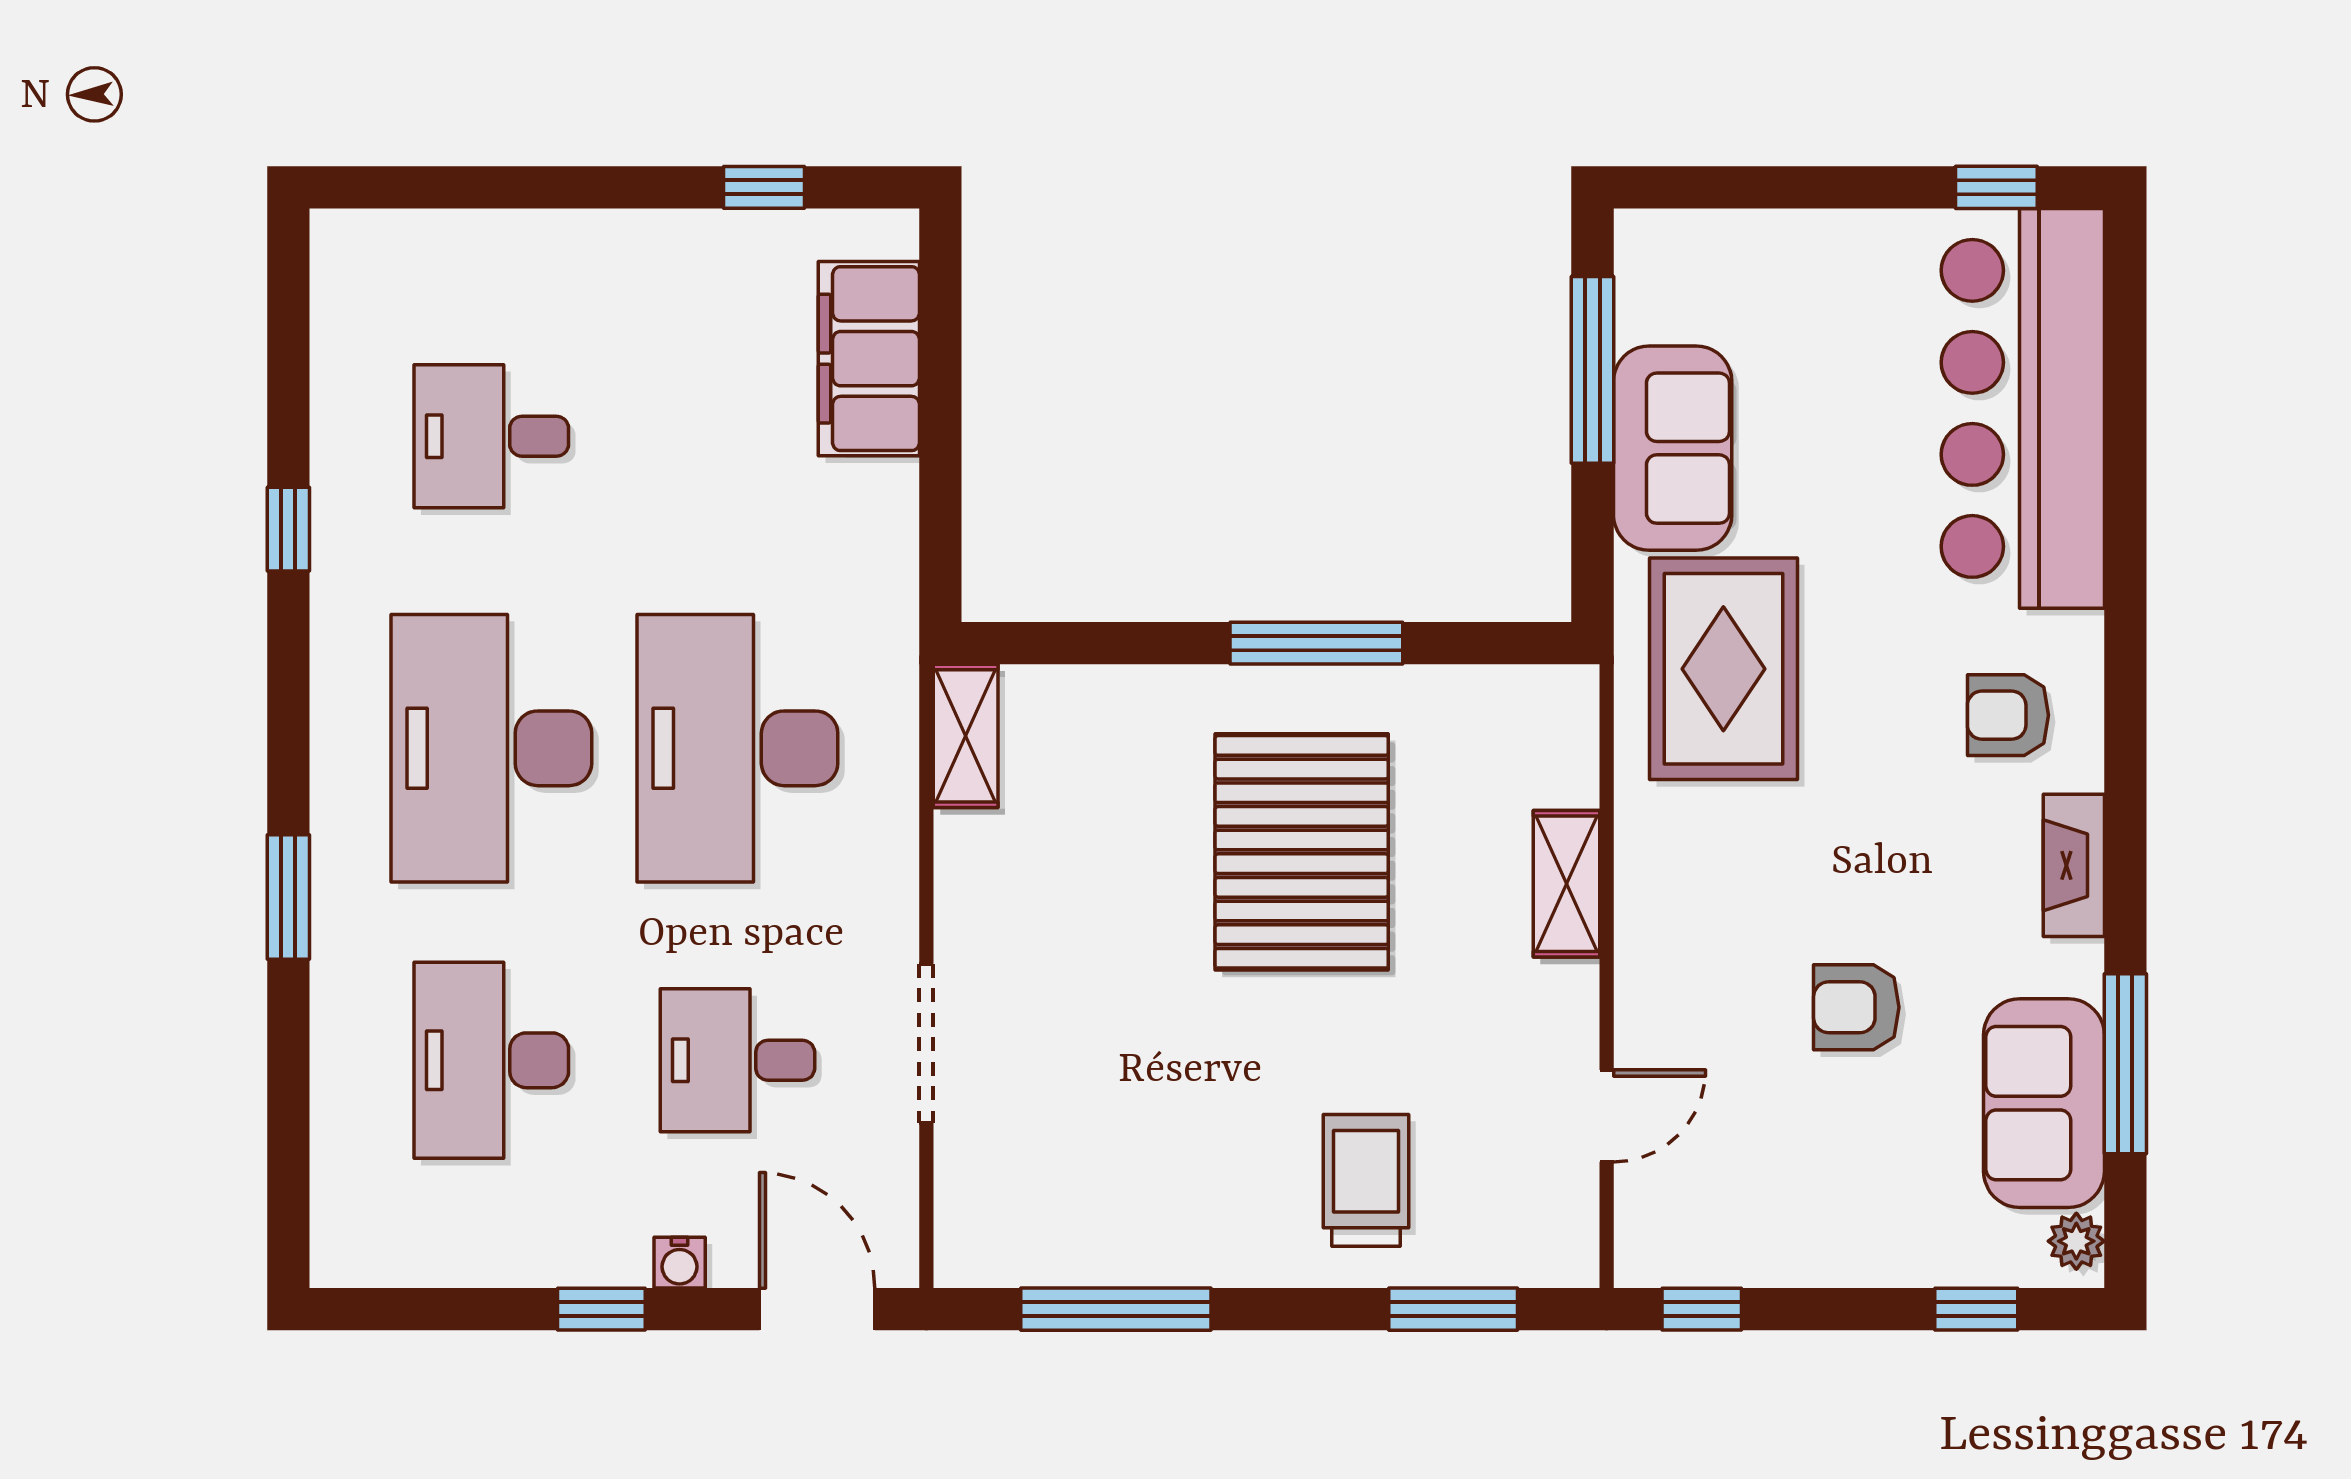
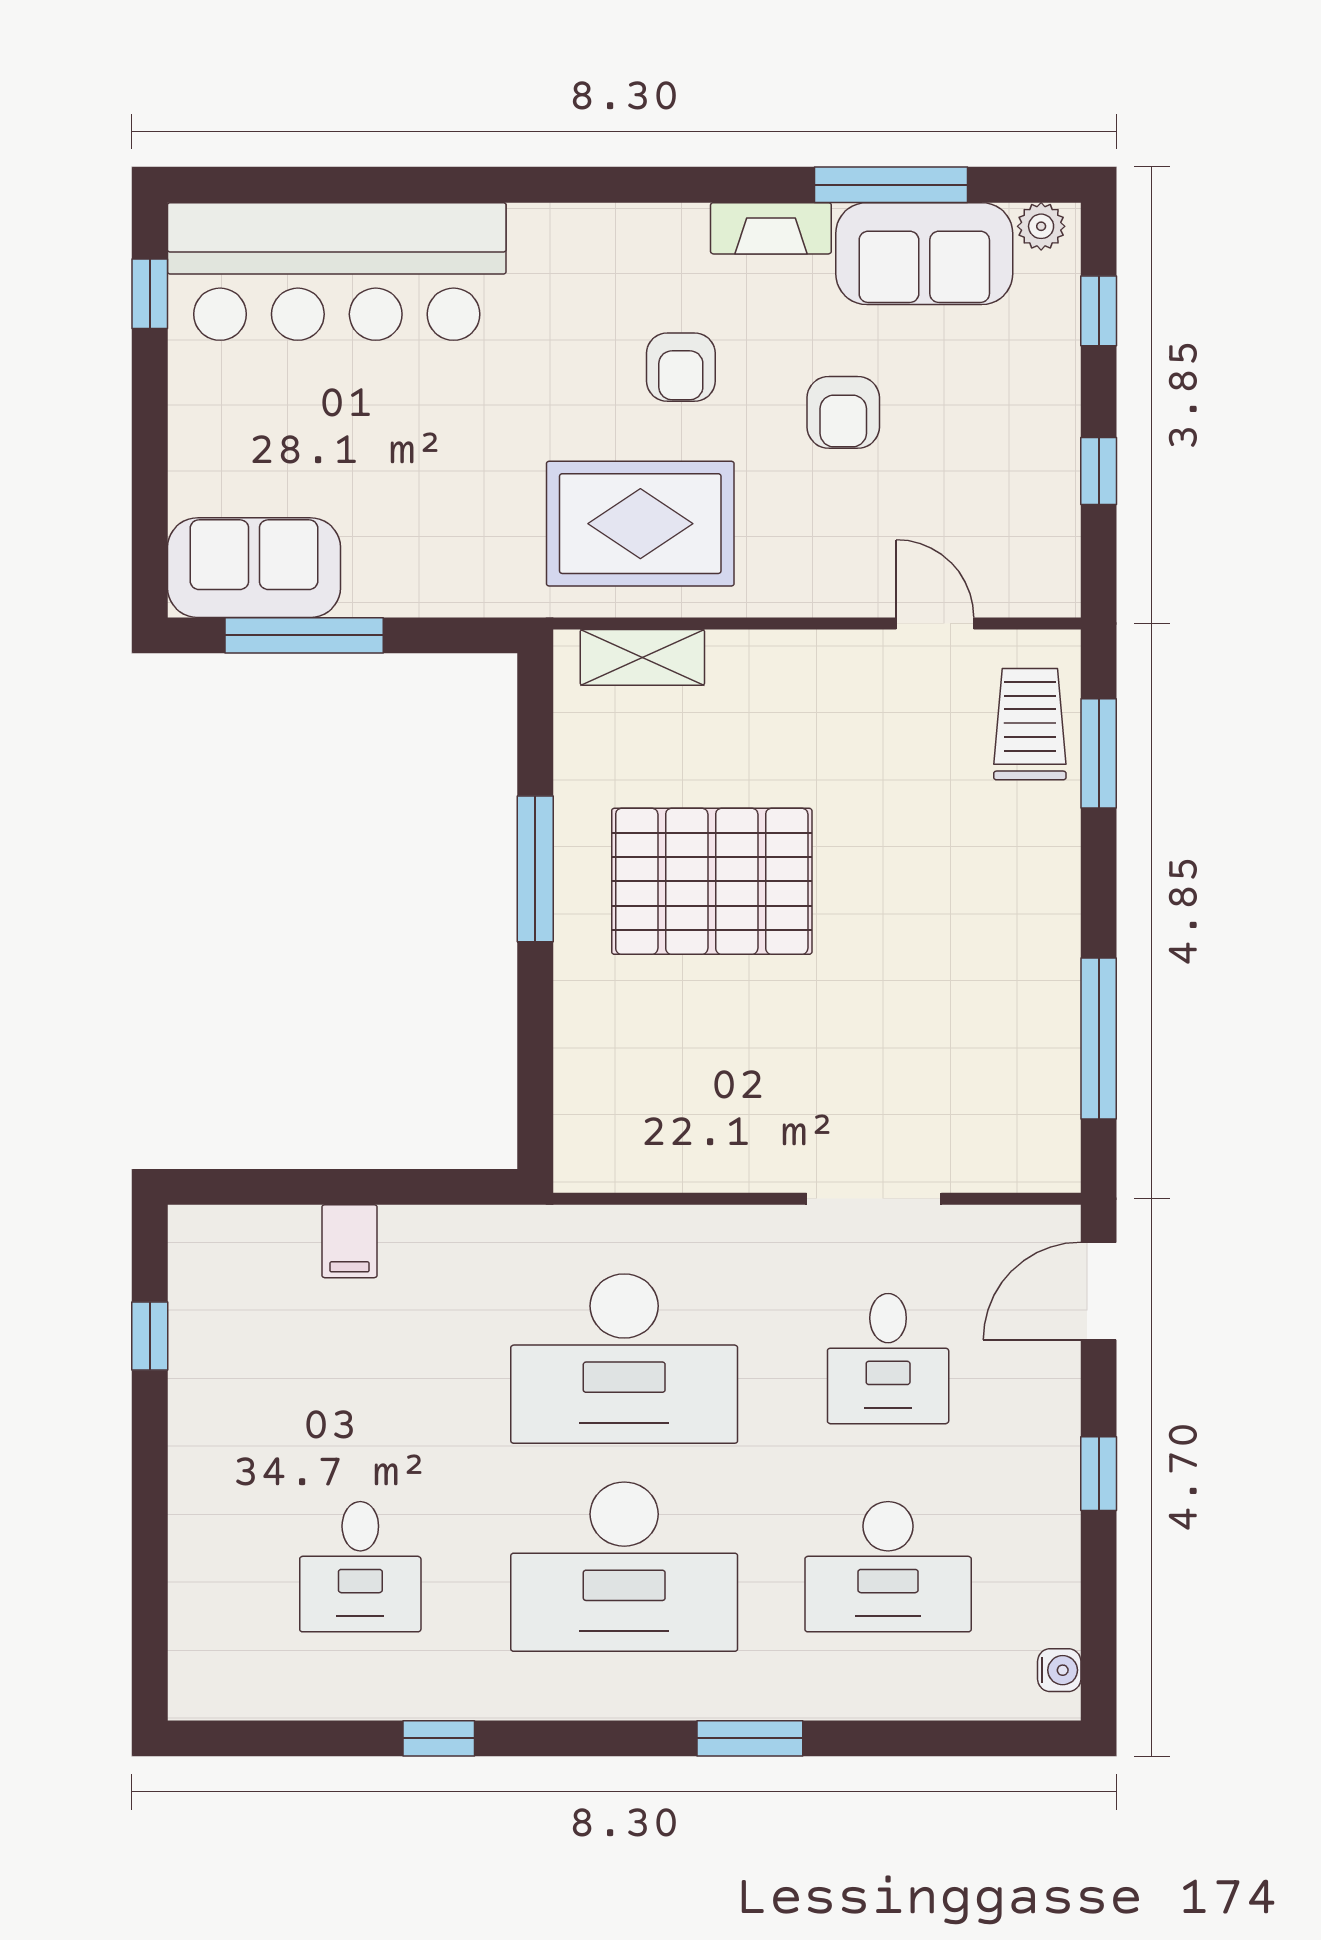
filing cabinet: (869, 359) -> (349, 1241), width x0.33, depth x0.86
sofa: (1673, 448) -> (254, 568), moved
rug: (1723, 669) -> (640, 524), moved
armchair: (2008, 715) -> (681, 367), moved
shelving: (966, 736) -> (614, 1166), removed
fireplace: (2074, 865) -> (771, 228), moved
shelving: (1566, 884) -> (642, 657), moved
trolley: (1366, 1180) -> (1030, 724), moved, turned 90
water cooler: (680, 1263) -> (1059, 1670), moved
window: (1702, 1309) -> (1099, 471), moved

